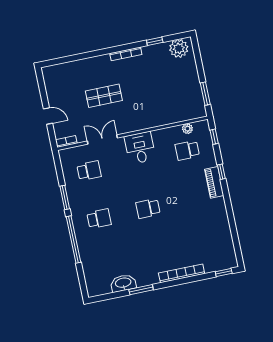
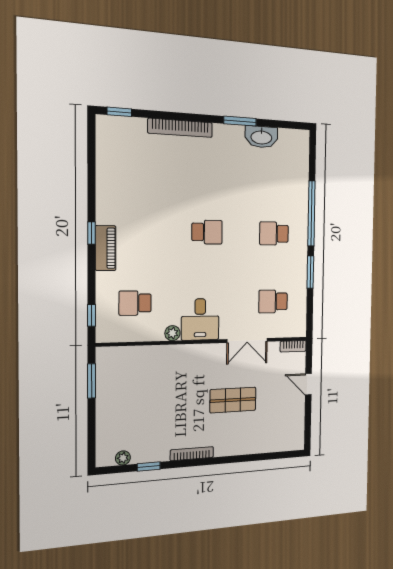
plant: (179, 48) -> (123, 458), width x0.53, depth x0.53
plant: (187, 129) -> (172, 333), moved
school desk: (187, 150) -> (135, 303), turned 180
window: (221, 172) -> (91, 233), moved

